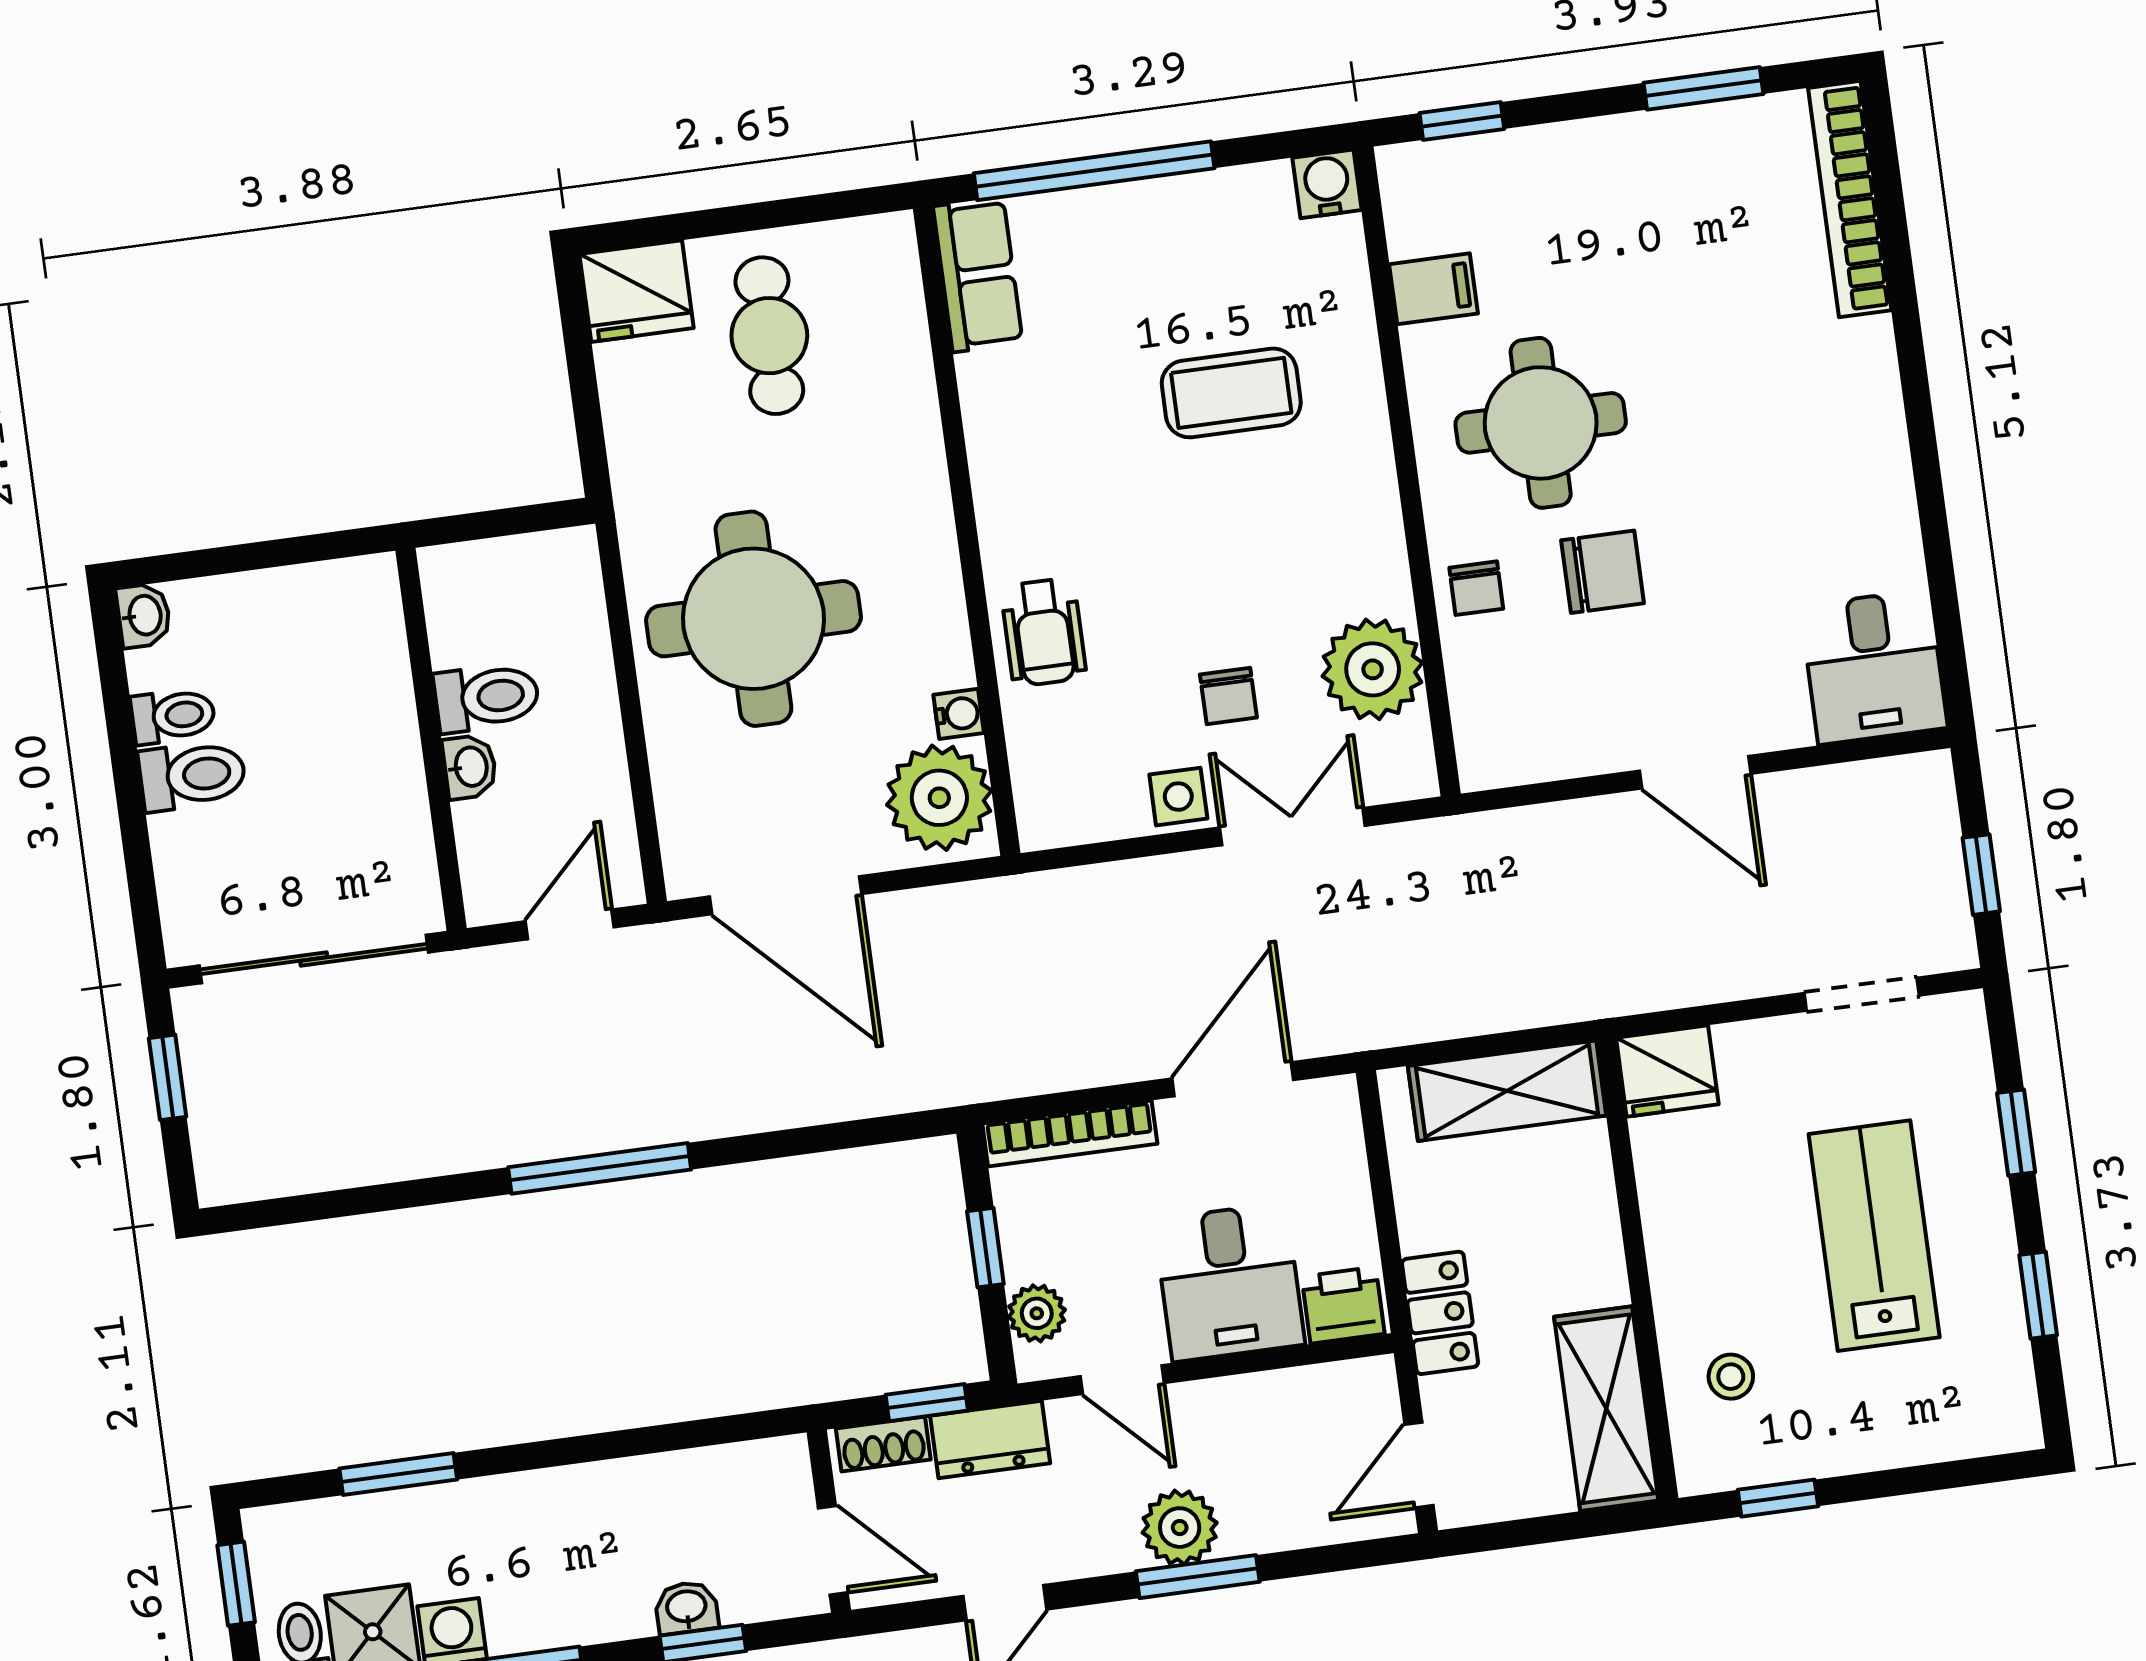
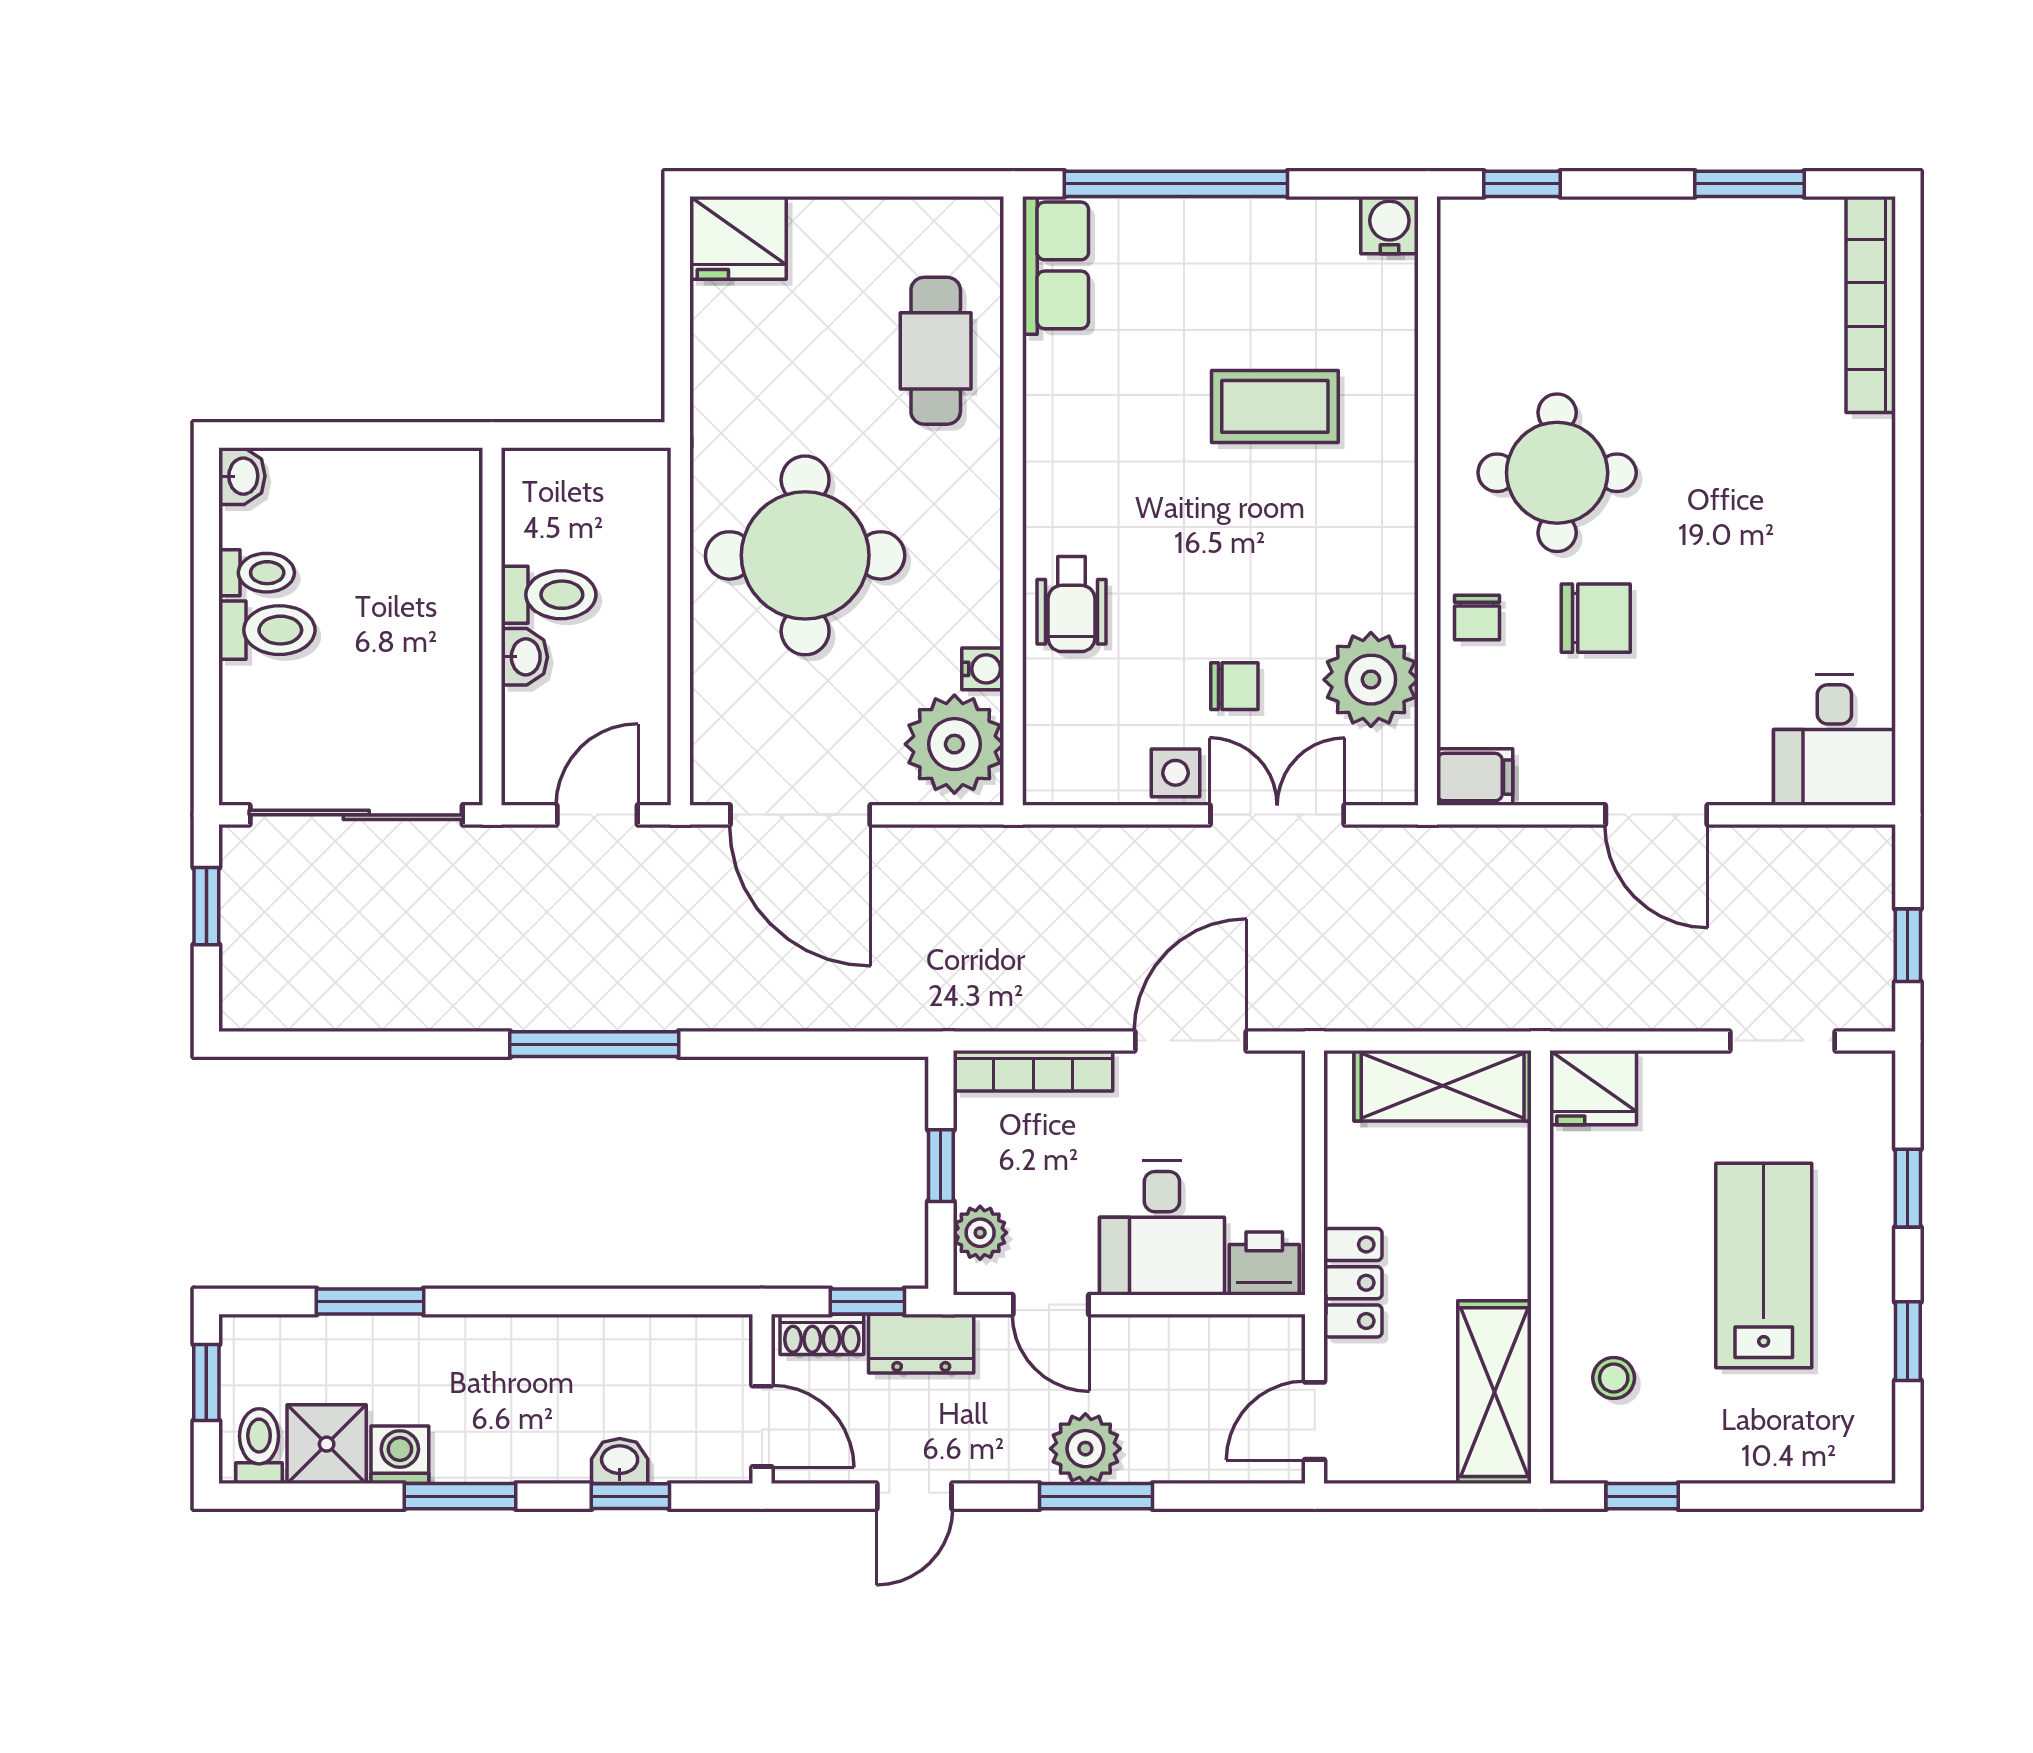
filing cabinet: (1434, 289) -> (1475, 777), moved
cafe table: (769, 336) -> (936, 351), moved
chair: (1228, 696) -> (1234, 686), turned -90

